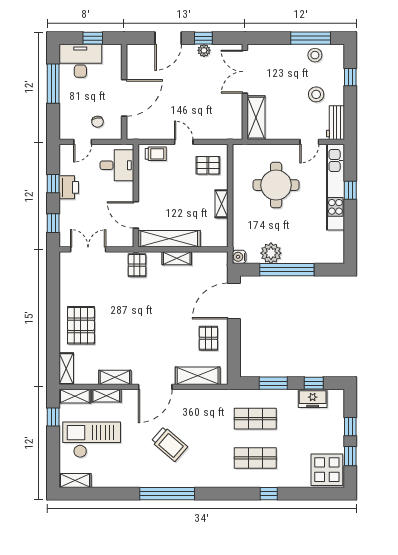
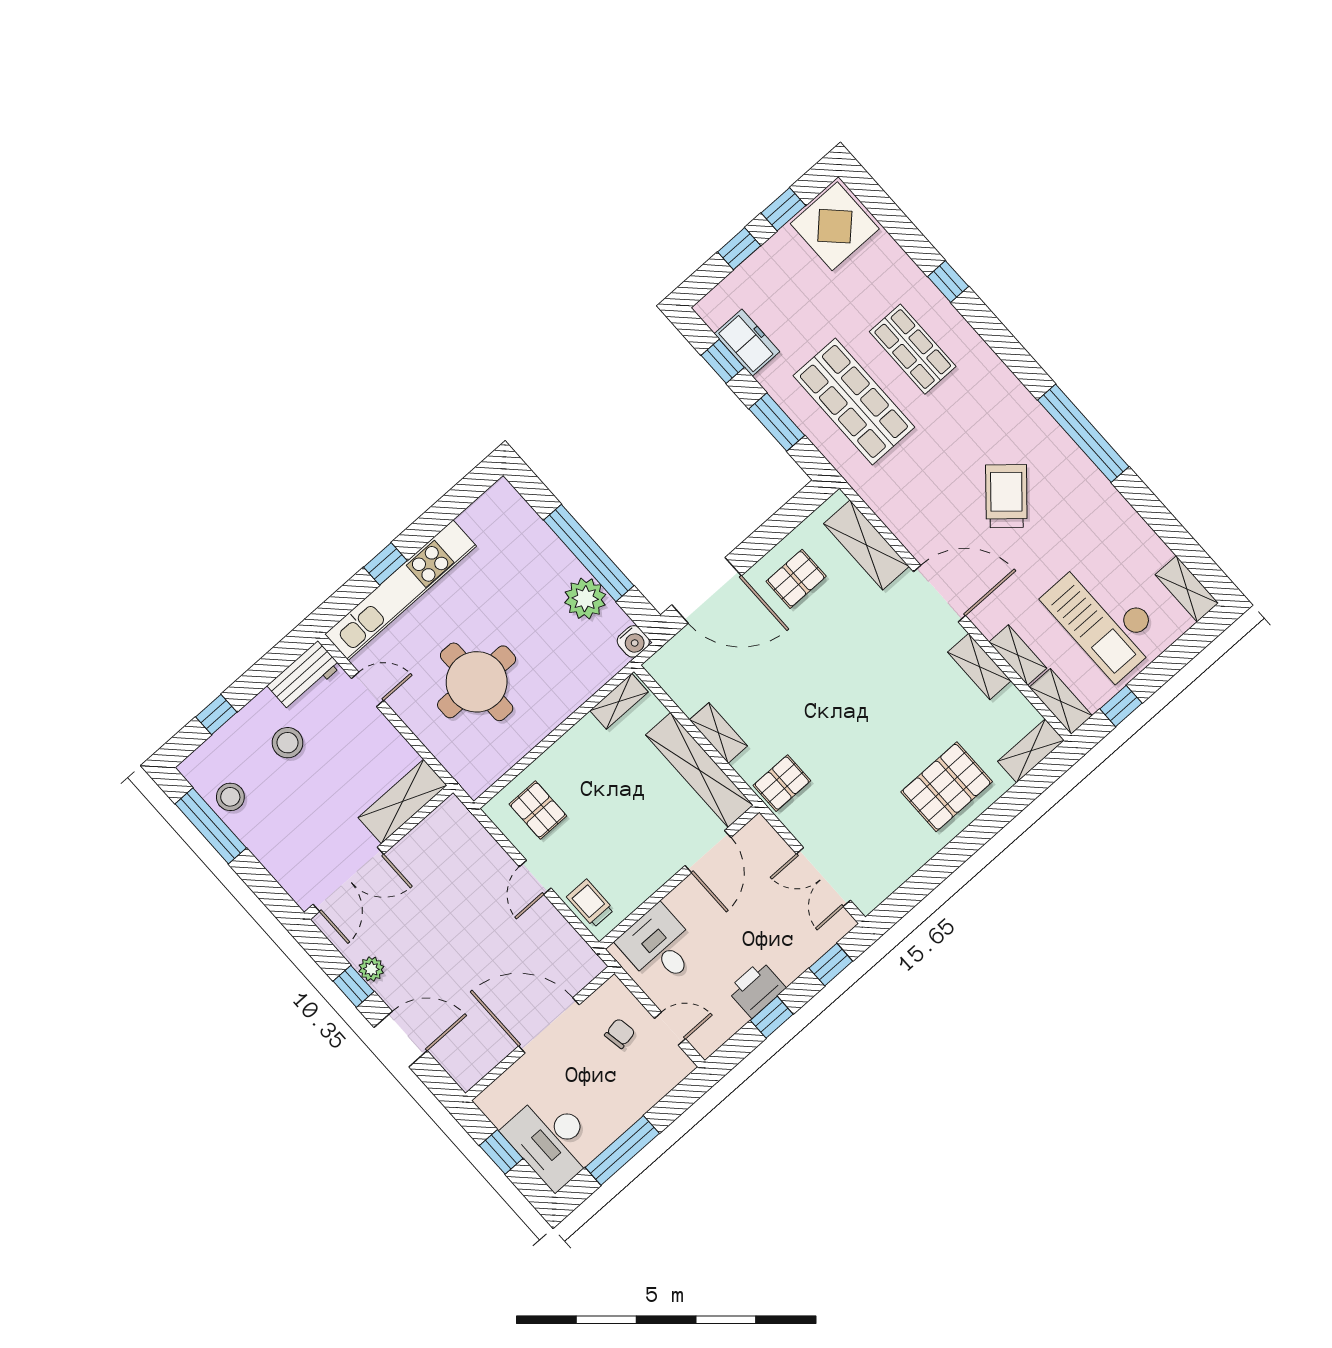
shelving: (222, 204) -> (619, 701), moved
shop shelf: (255, 419) -> (854, 401), width x1.43, depth x1.36

